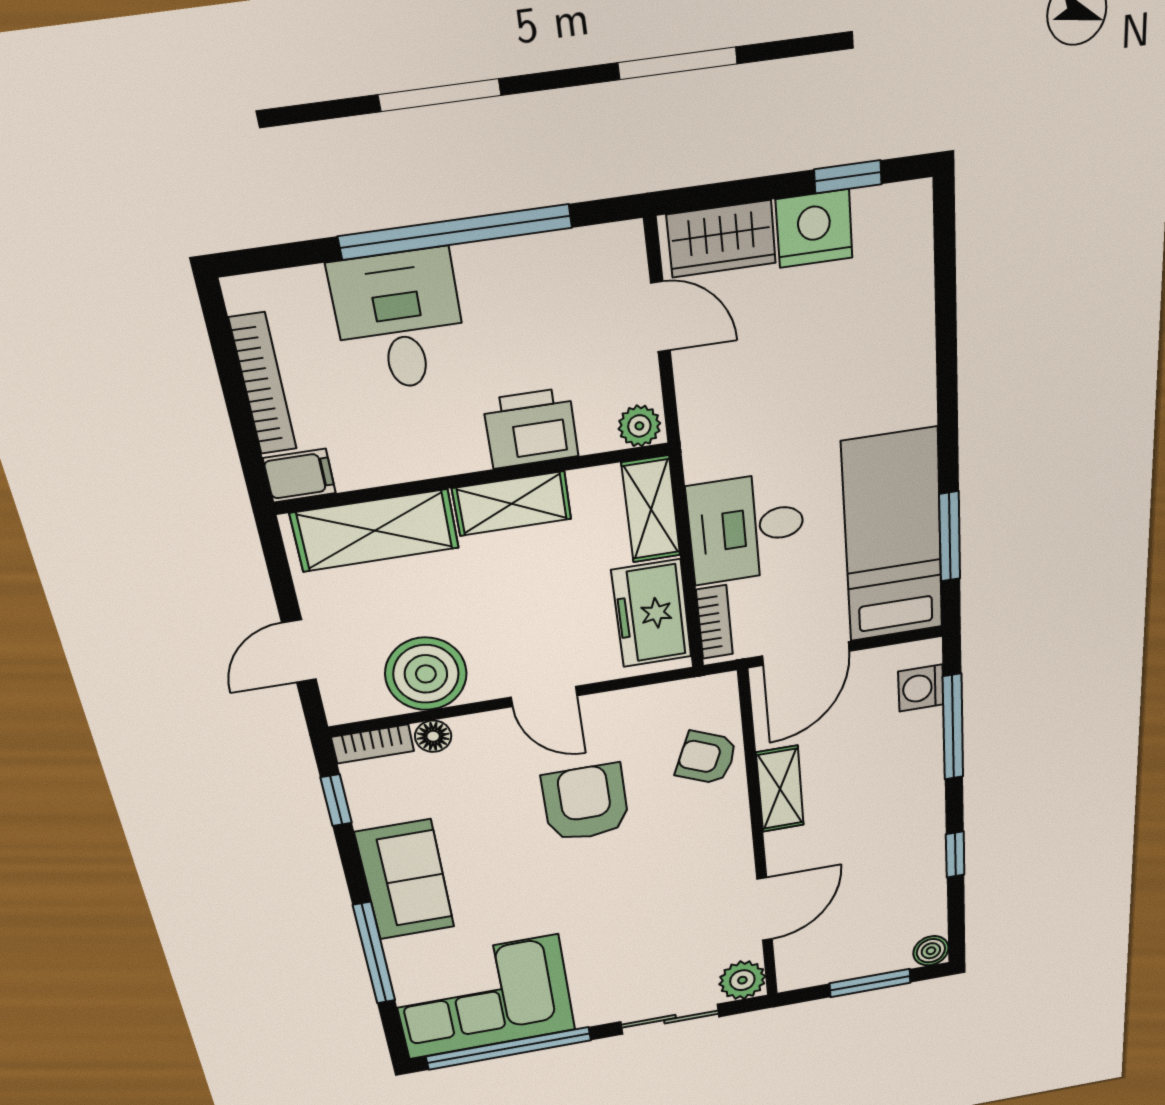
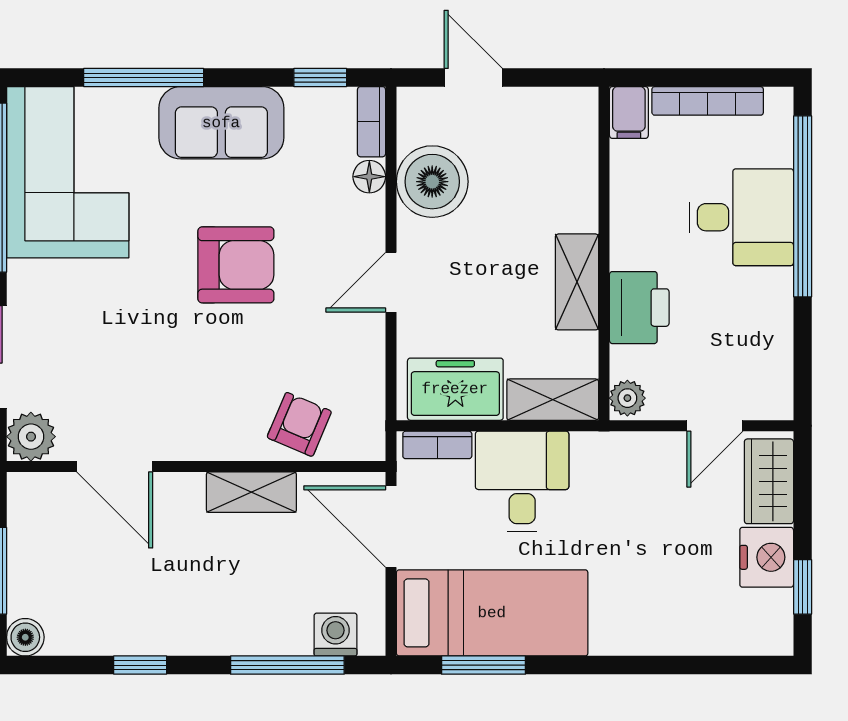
window: (456, 232) -> (803, 206), moved
shelving: (375, 531) -> (572, 164), removed
armchair: (585, 803) -> (236, 265), moved

